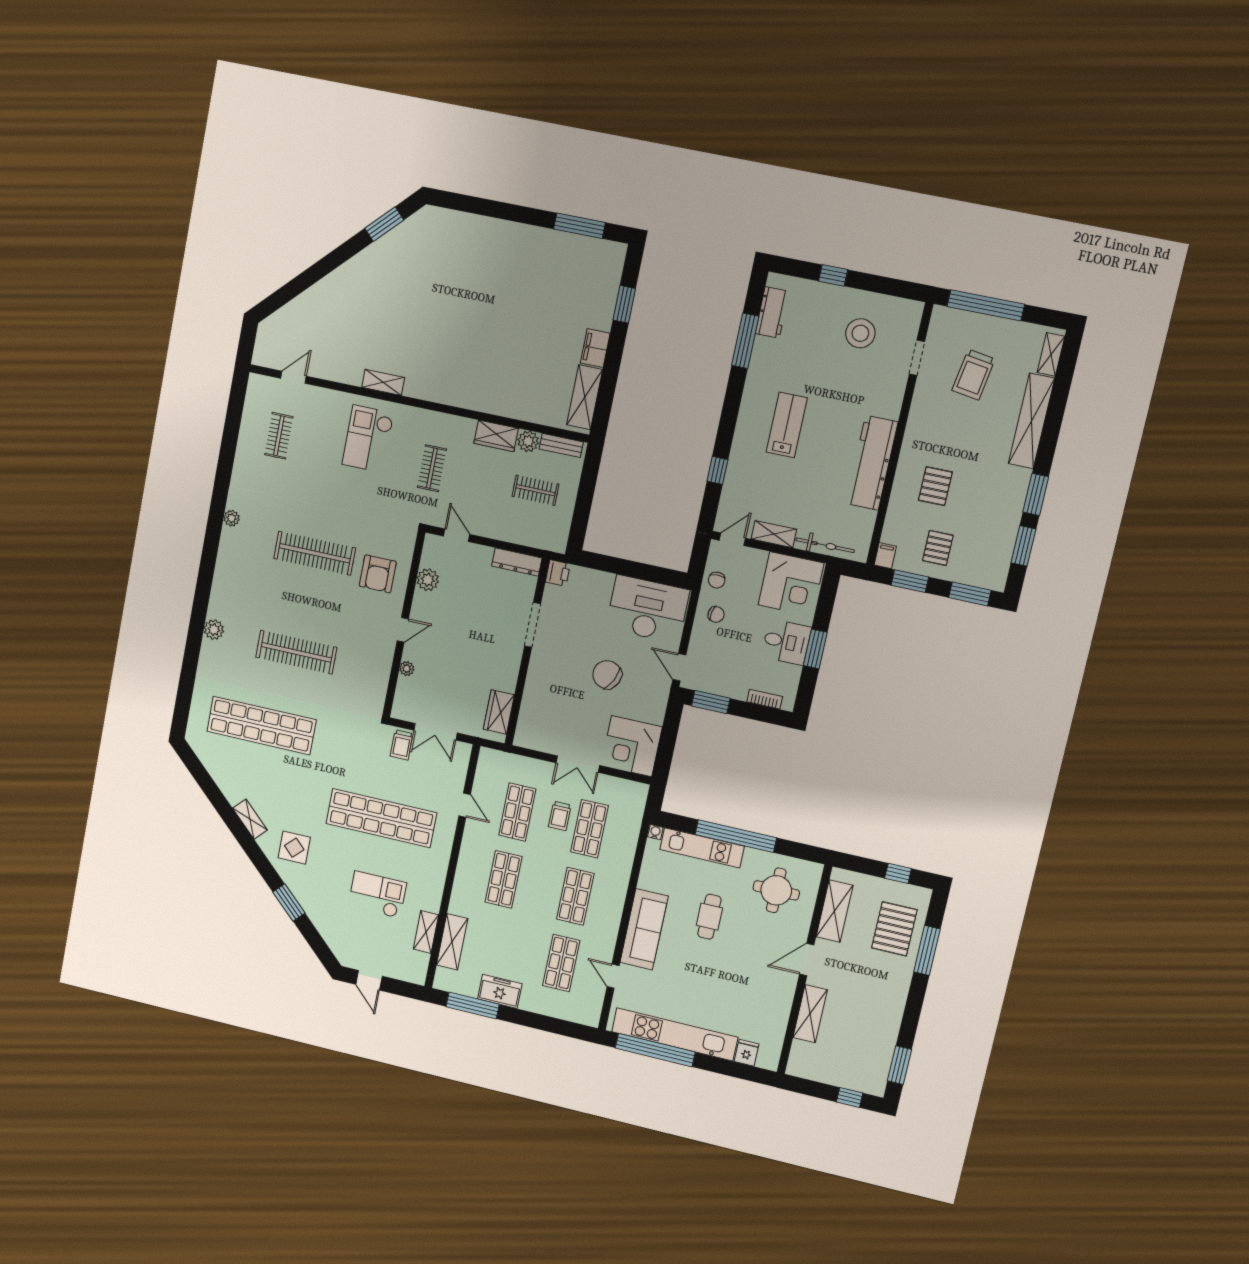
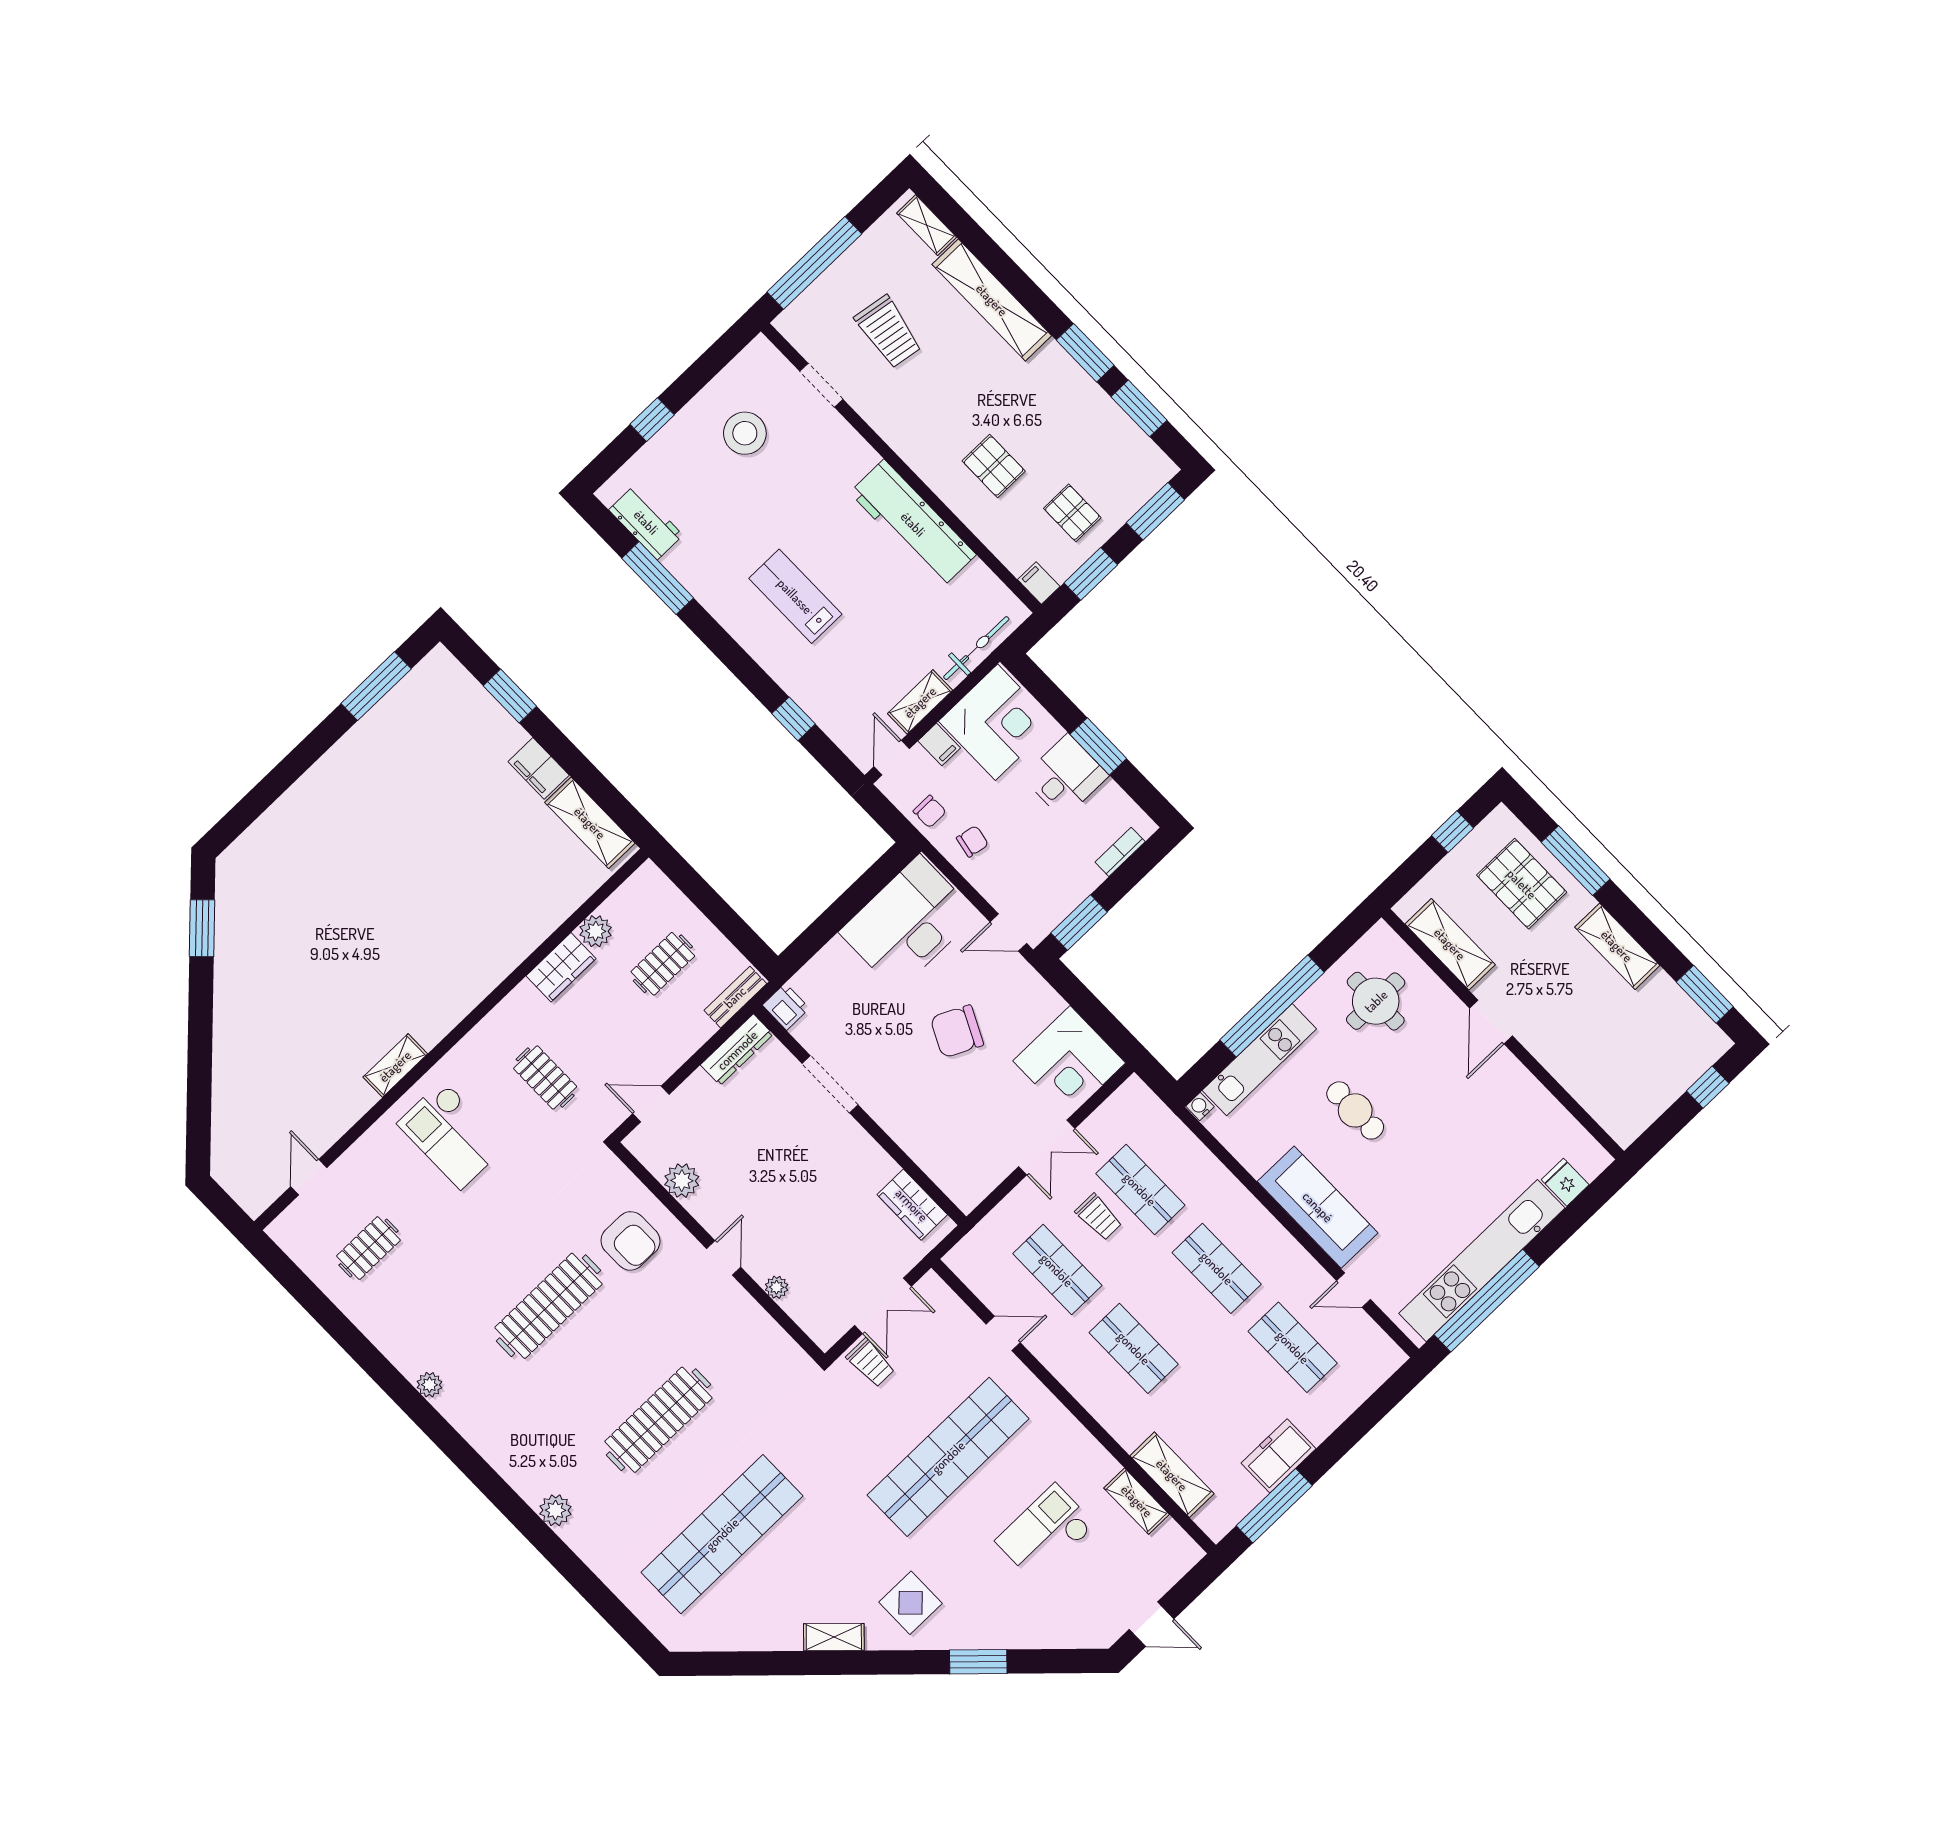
clothes rail: (279, 436) -> (368, 1248), turned 90
bench: (561, 445) -> (735, 997), moved
filing cabinet: (757, 561) -> (939, 744), added
shelving: (810, 1014) -> (1617, 946), moved

